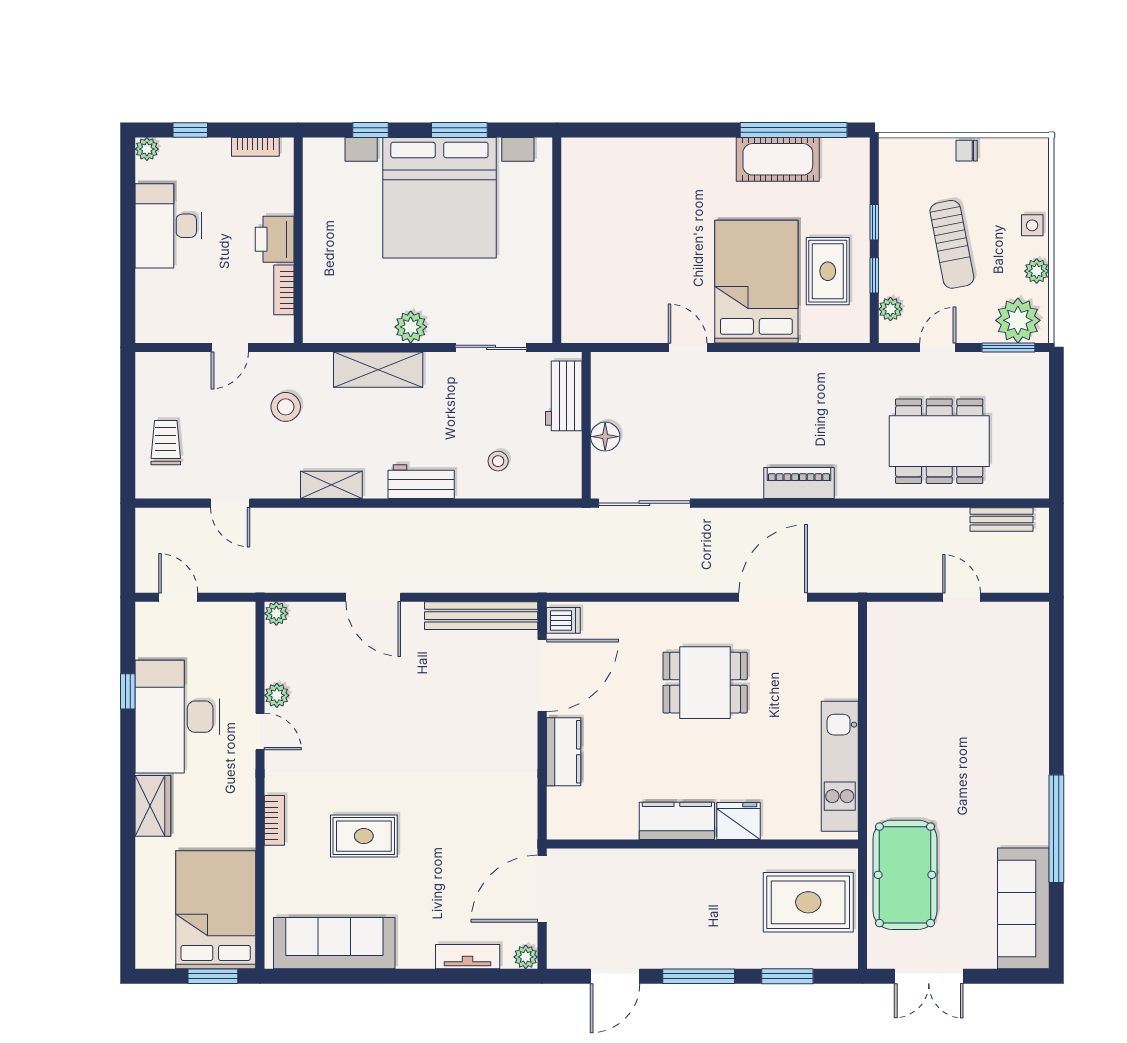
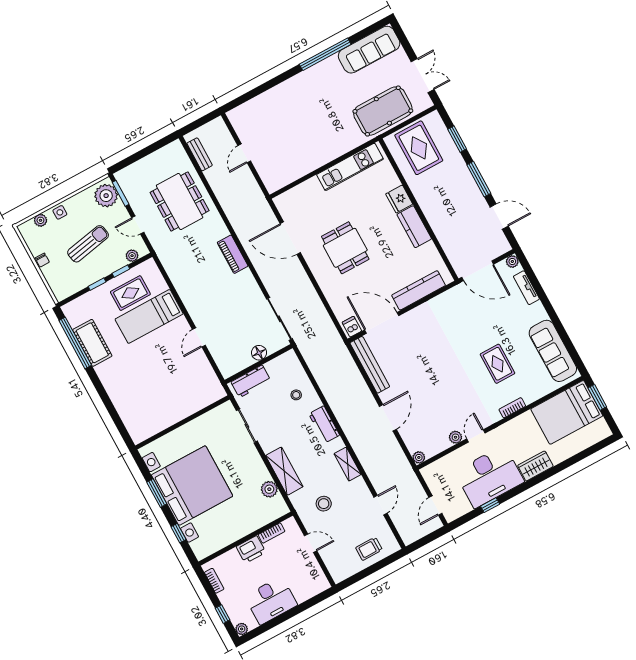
plant: (1037, 271) -> (40, 220), moved
bed: (756, 282) -> (149, 316), width x0.67
plant: (411, 327) -> (269, 489), moved
kitchen counter: (564, 752) -> (419, 290), width x1.50

